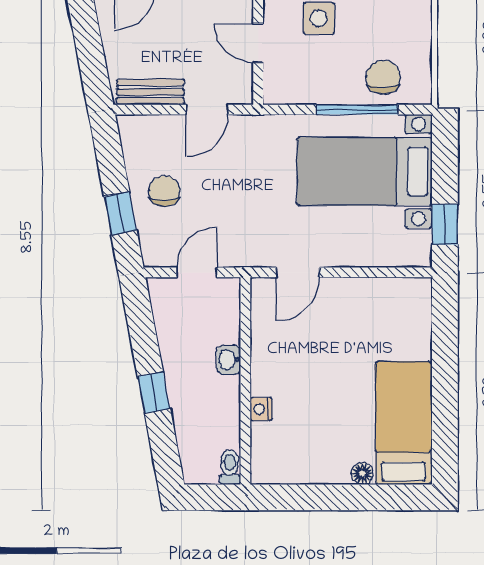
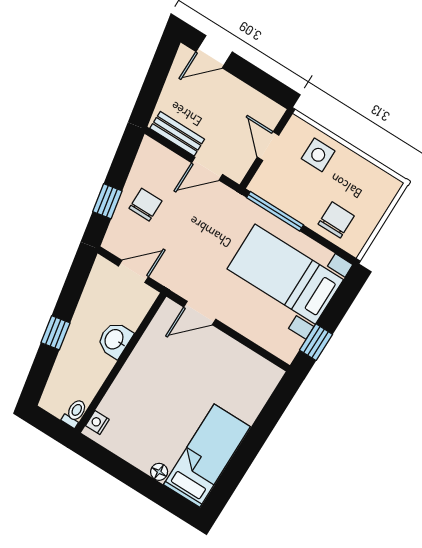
window: (357, 110) -> (275, 211), moved
washbasin: (229, 360) -> (115, 340), width x1.38, depth x1.45
nightstand: (261, 409) -> (97, 423), moved

